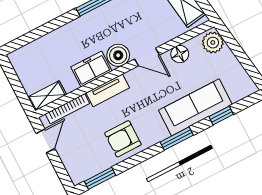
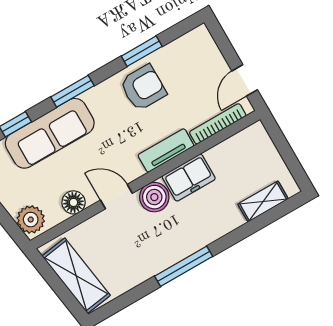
shelving: (47, 96) -> (263, 201), moved
window: (100, 178) -> (142, 51), moved

